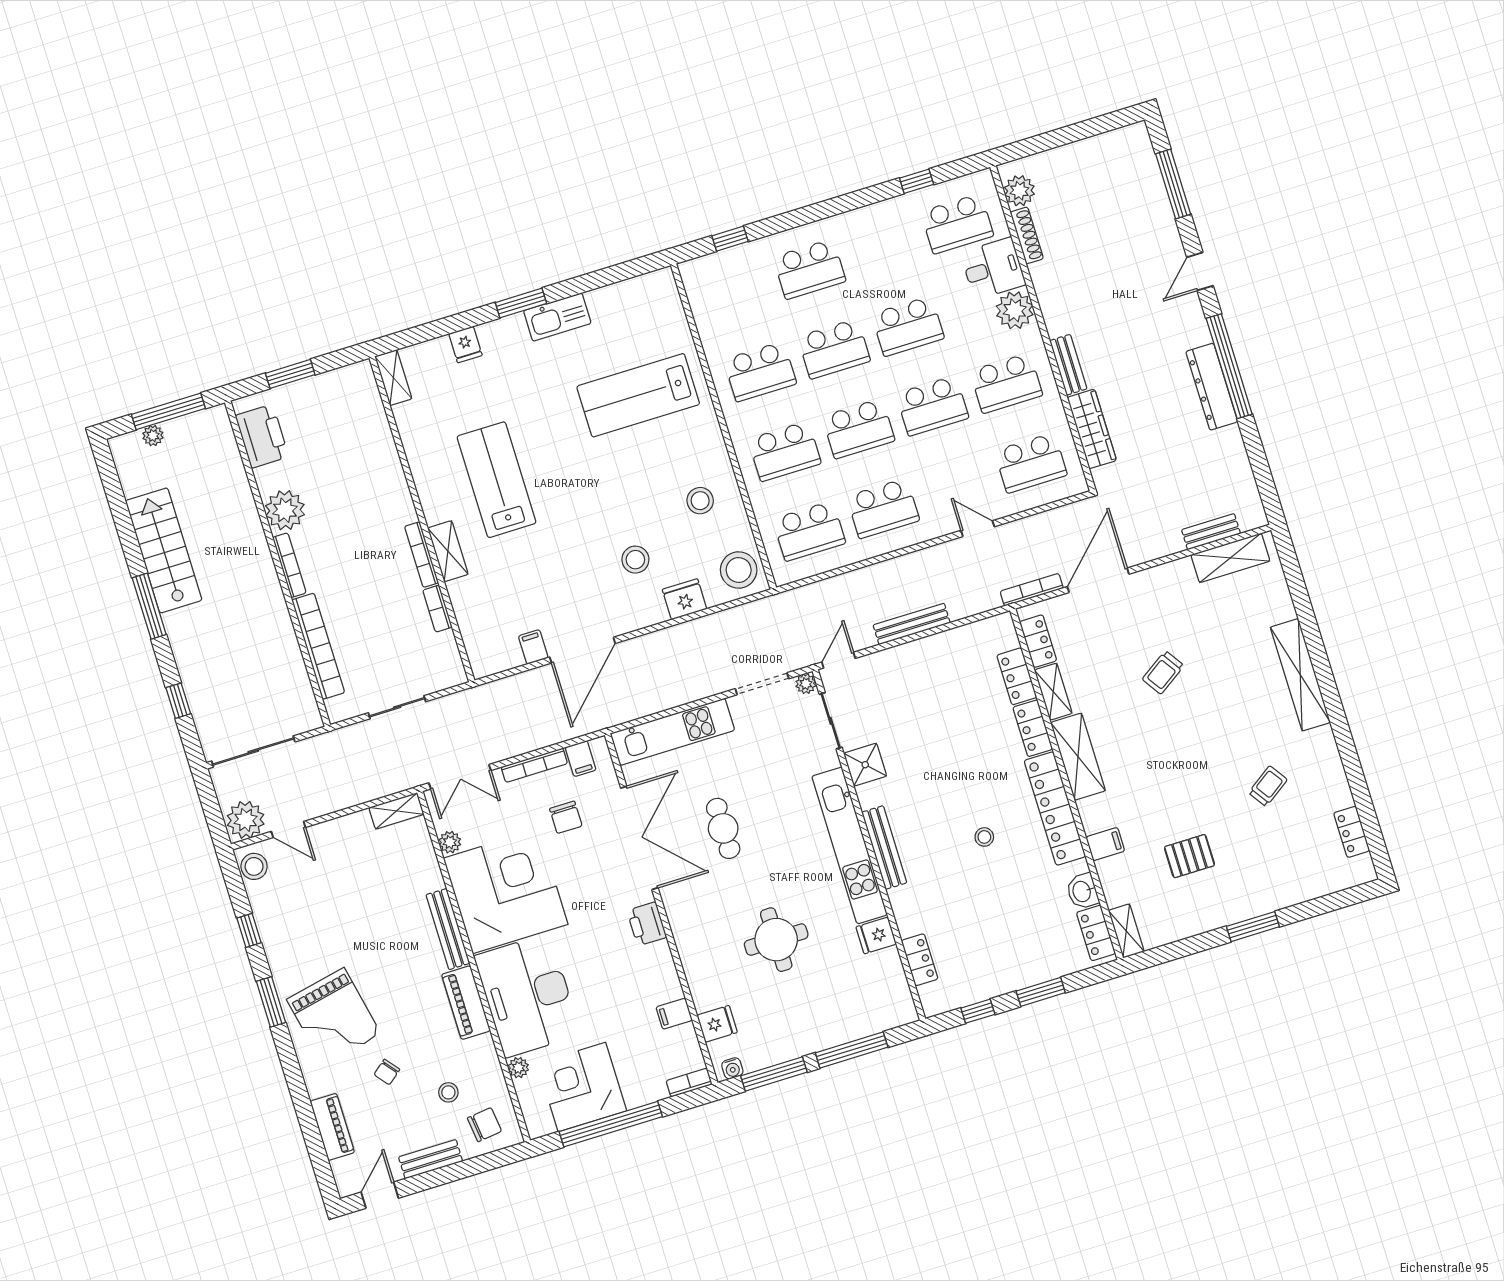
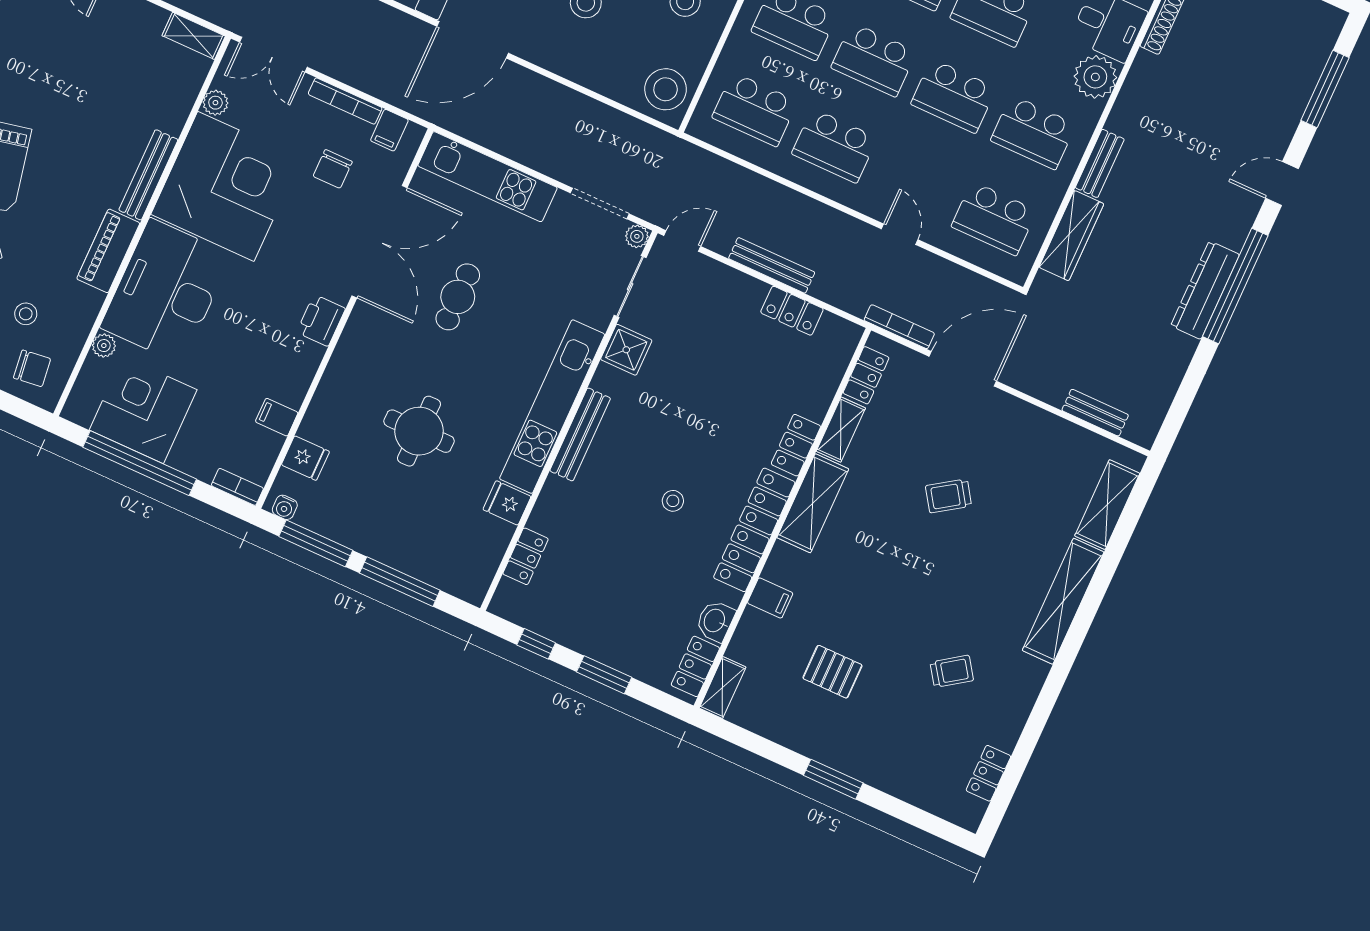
shelving: (1230, 558) -> (1107, 505), moved, turned 90
fridge: (685, 599) -> (598, 73), removed
locker: (1017, 676) -> (792, 311), moved, turned -90

